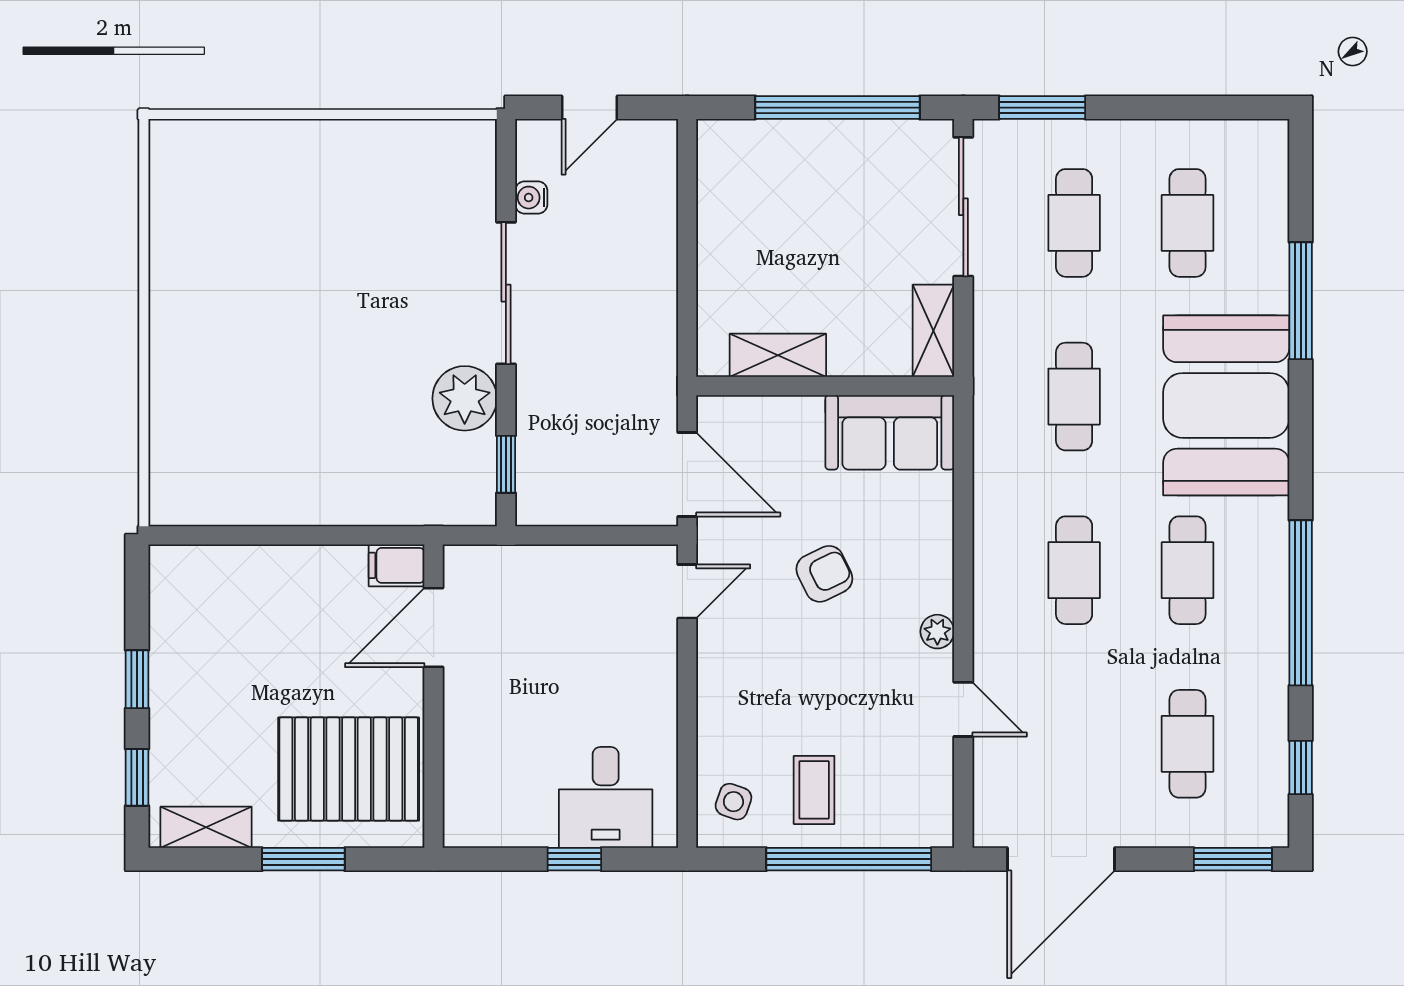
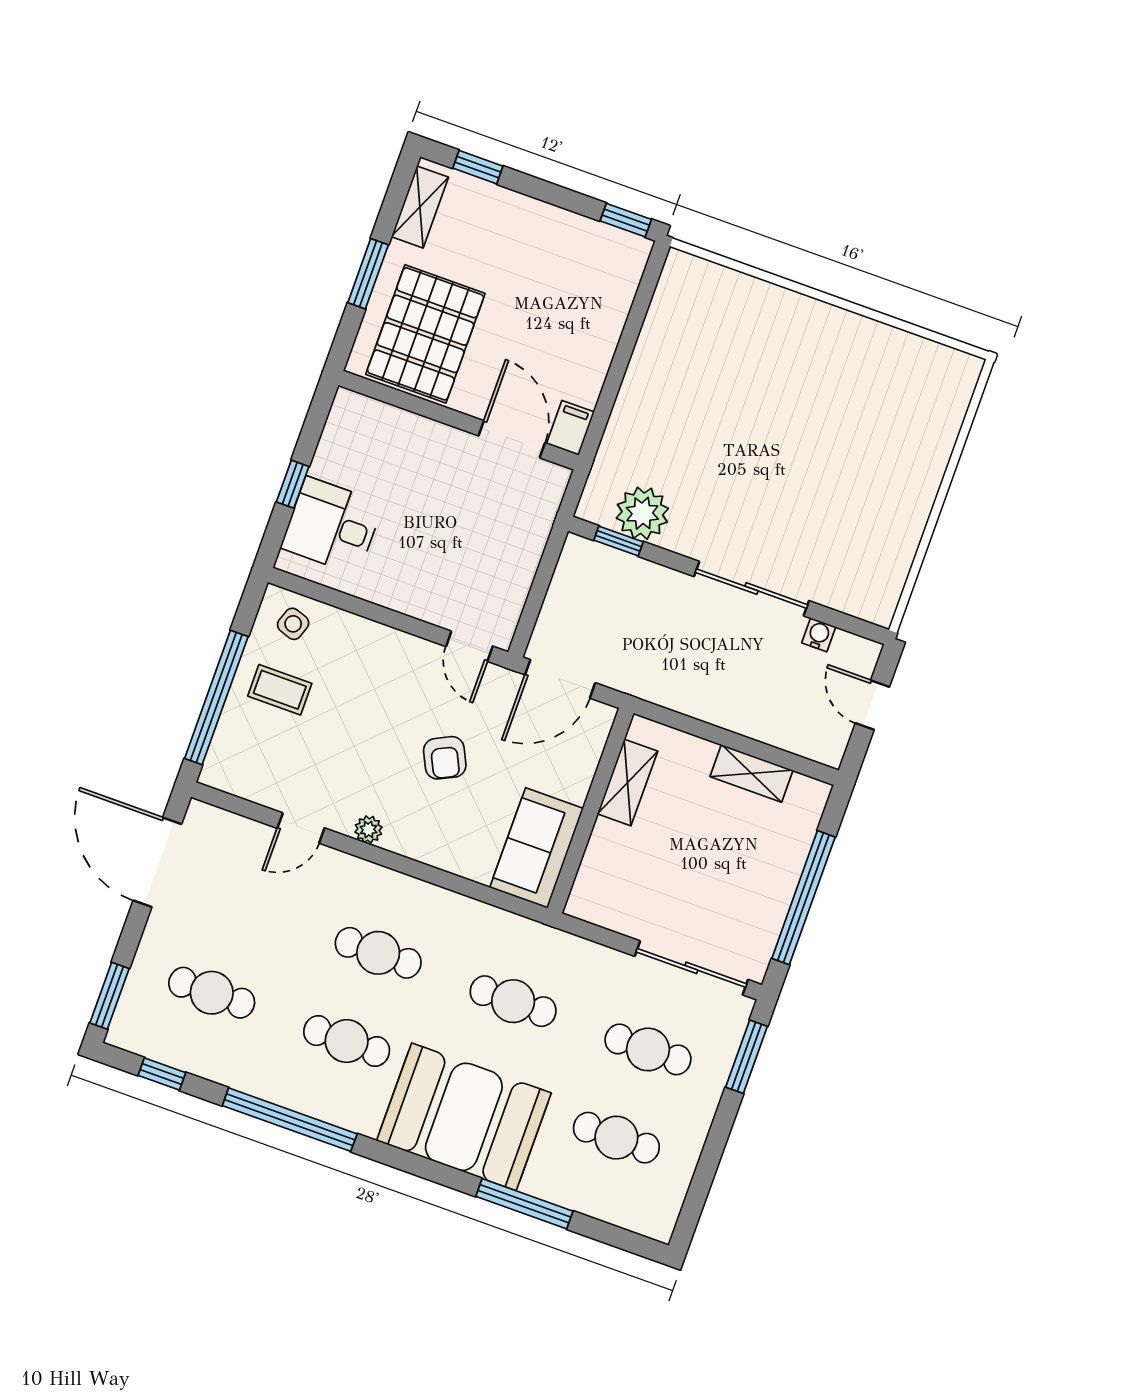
shelving: (933, 331) -> (751, 773), moved
plant: (465, 398) -> (642, 513), moved
window: (137, 679) -> (626, 220), moved

